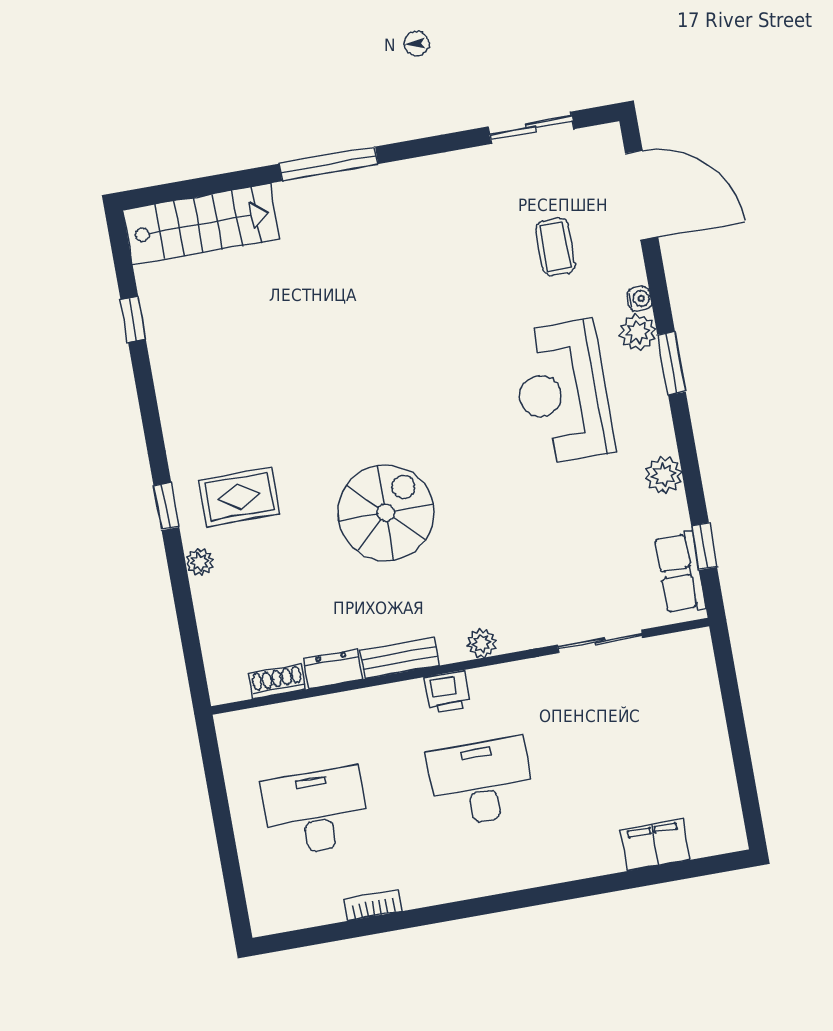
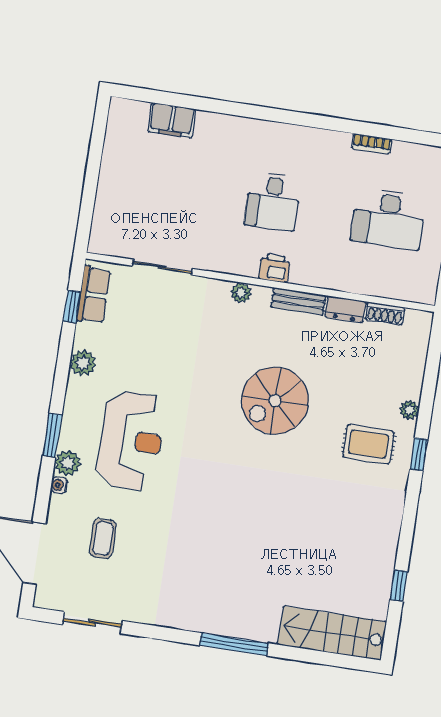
desk: (481, 782) -> (273, 201), width x0.73

